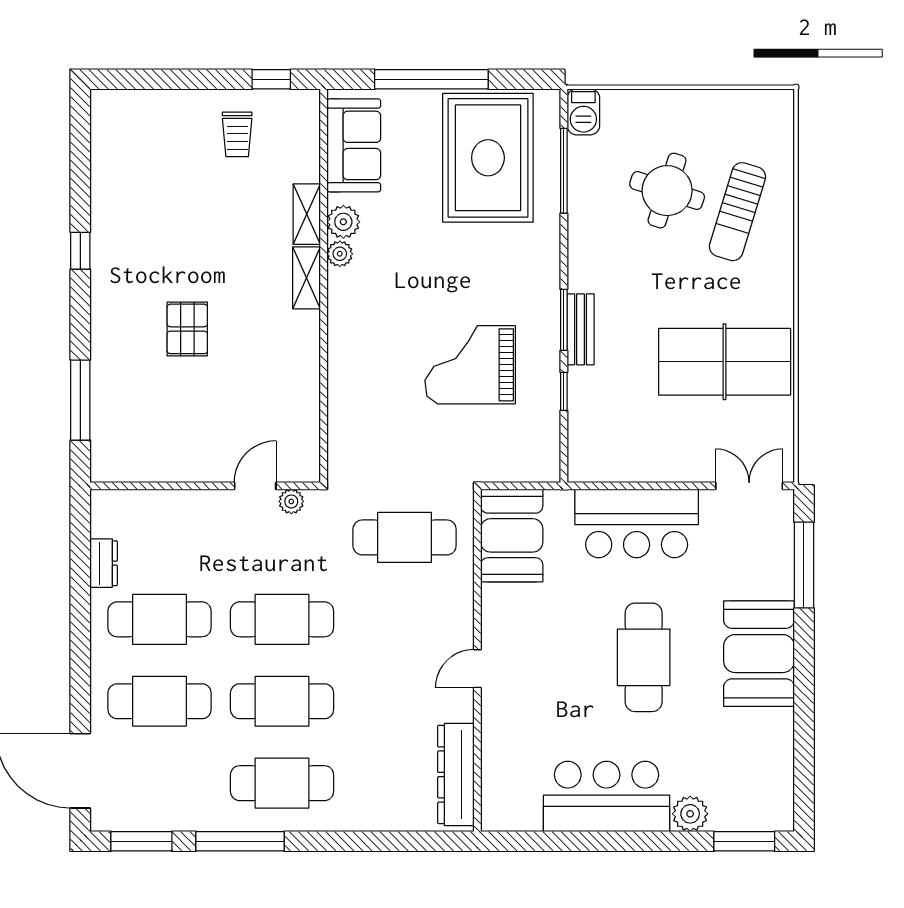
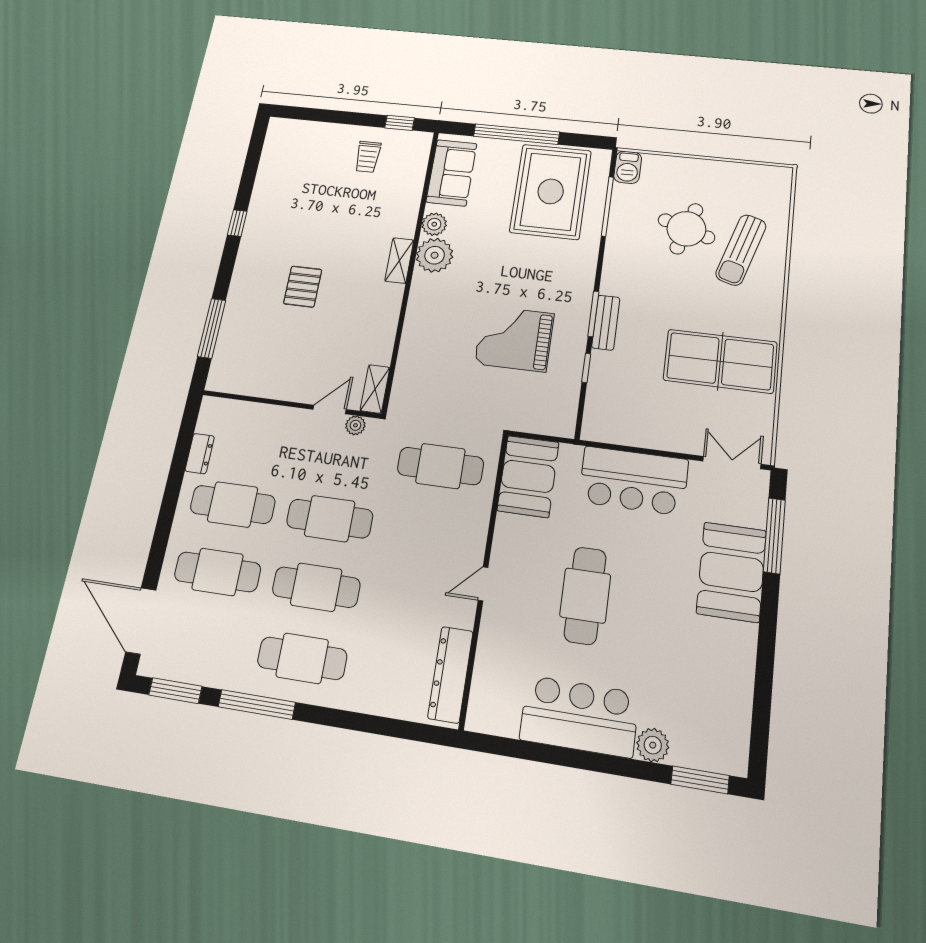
shelving: (307, 214) -> (375, 389), moved
plant: (340, 254) -> (435, 255), width x1.88, depth x1.88
booth: (759, 654) -> (731, 572), moved
cafe table: (644, 657) -> (585, 595), moved

